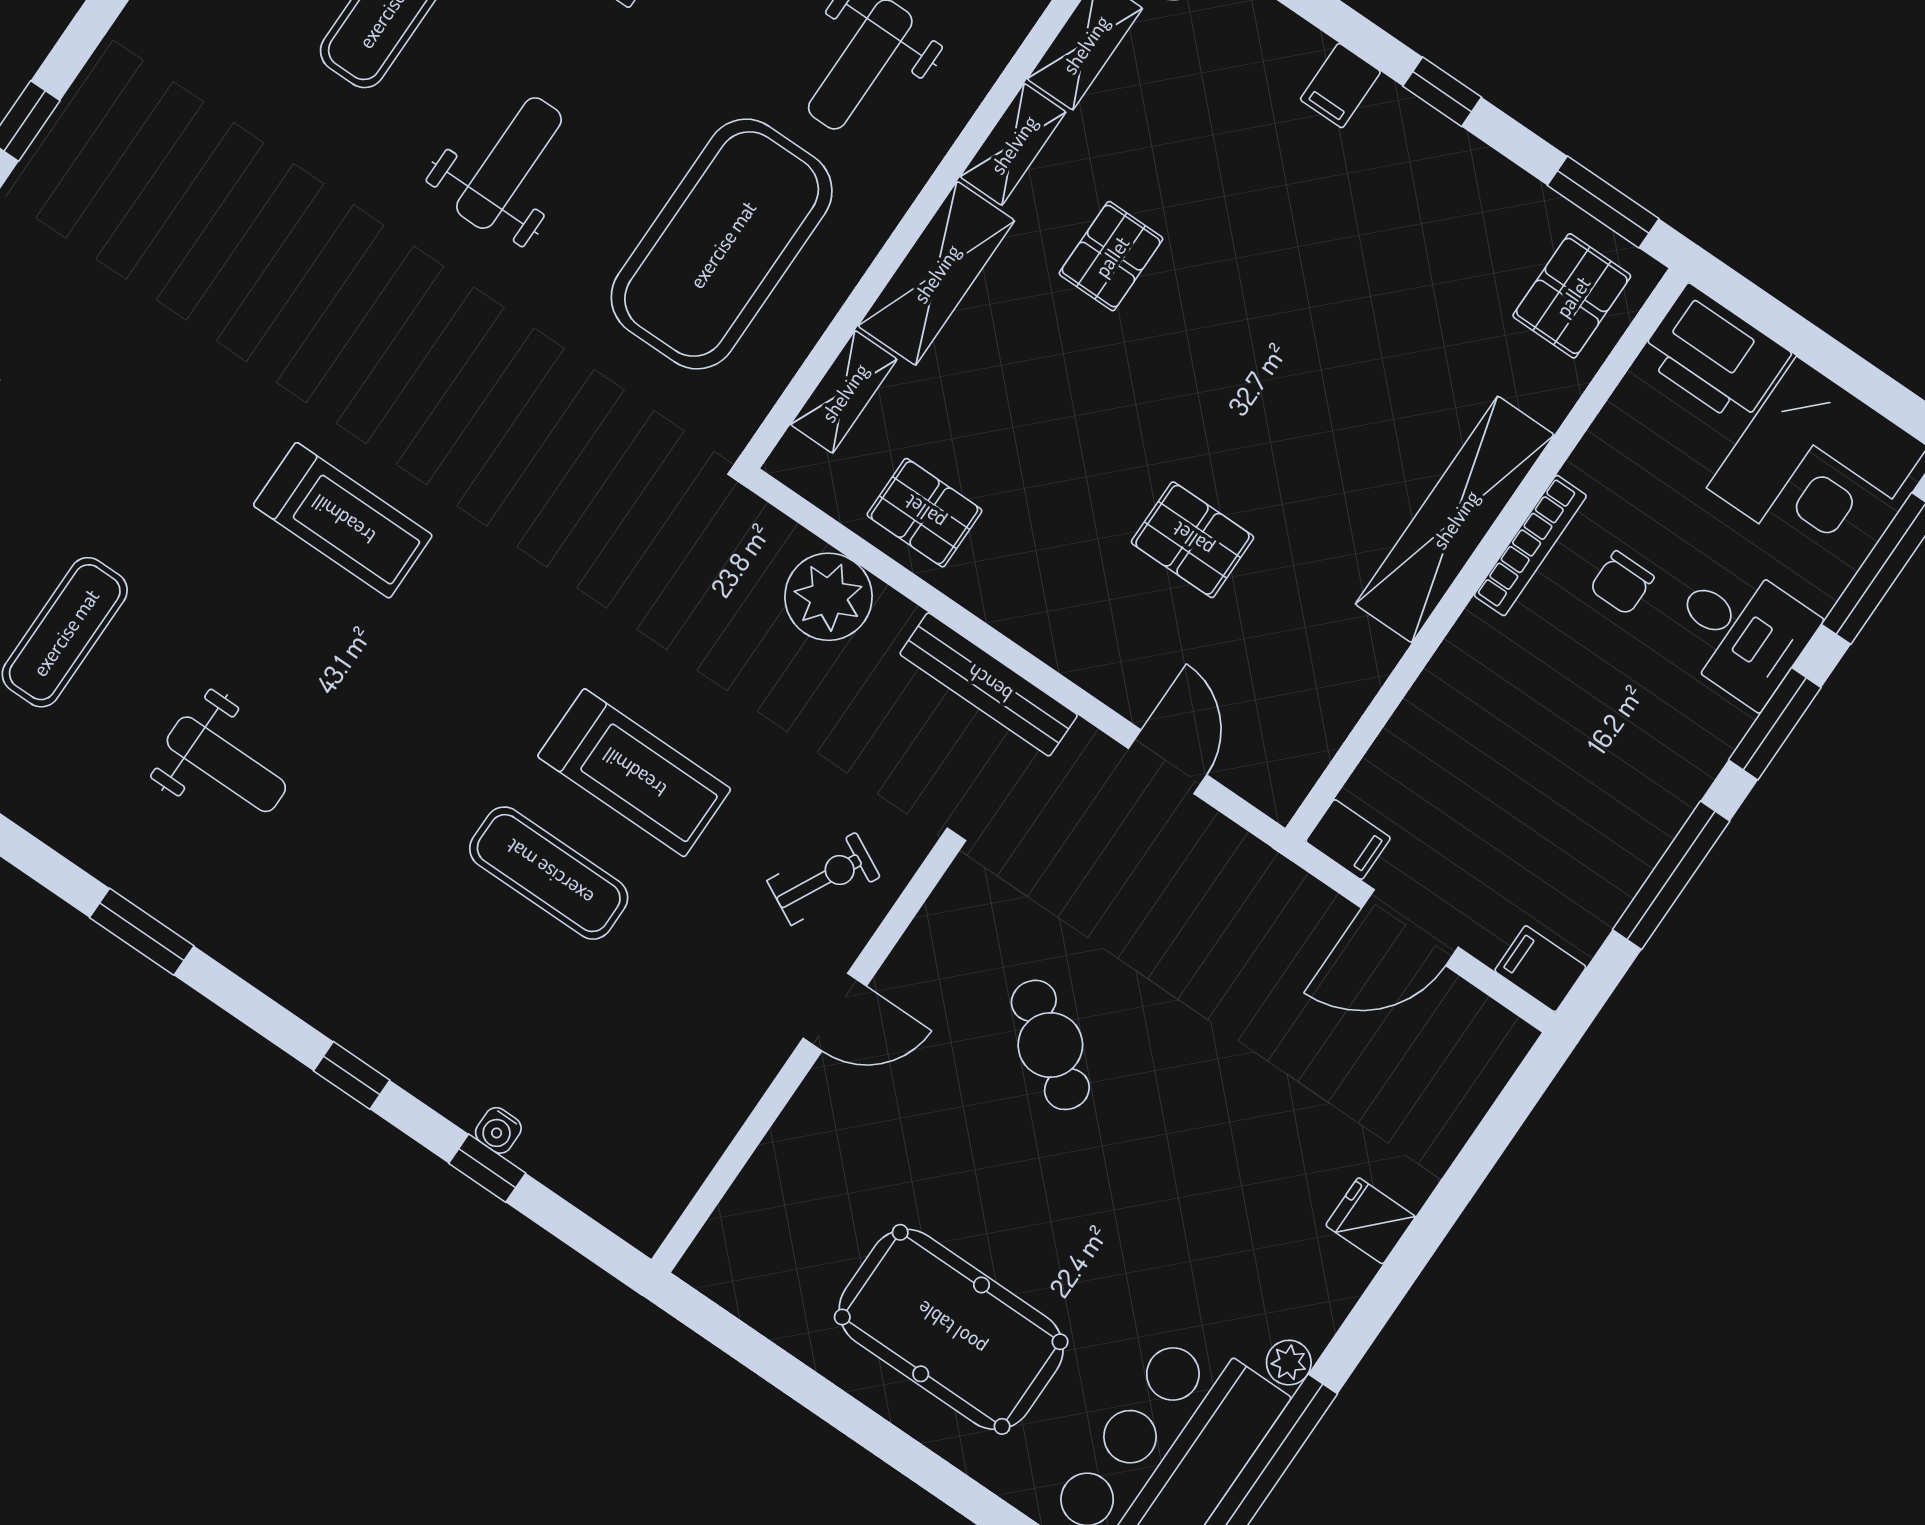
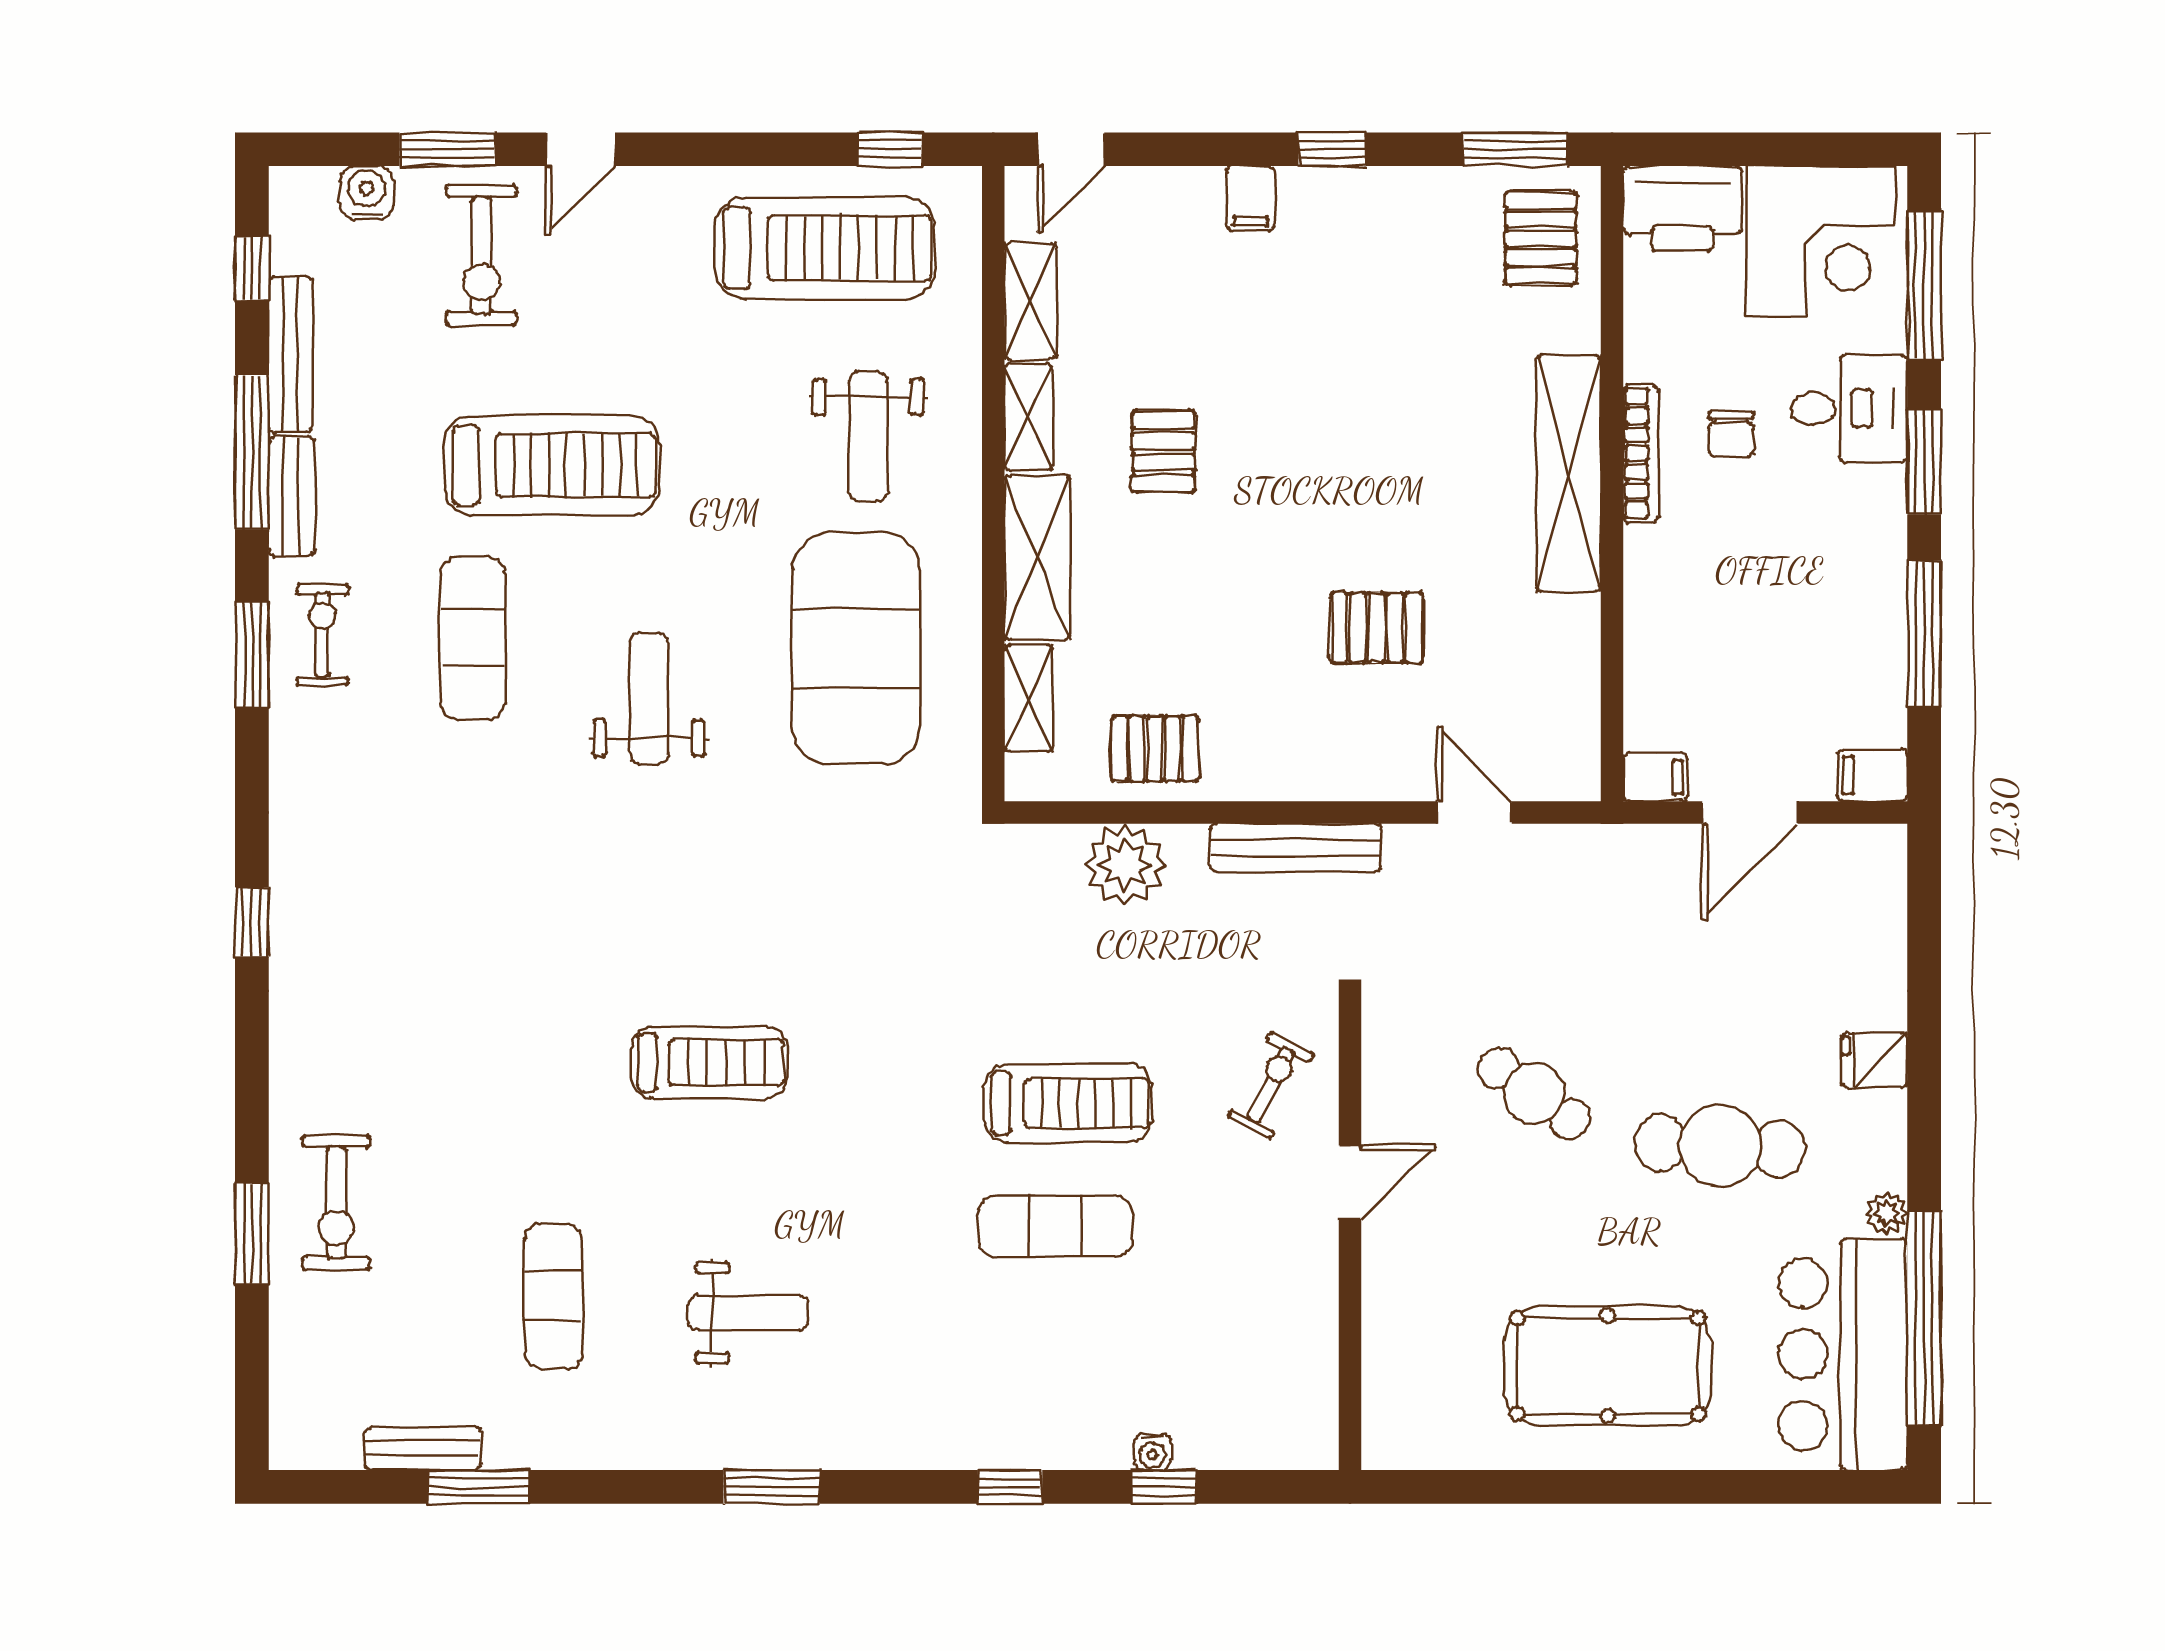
cafe table: (1183, 1203) -> (1720, 1146), added

